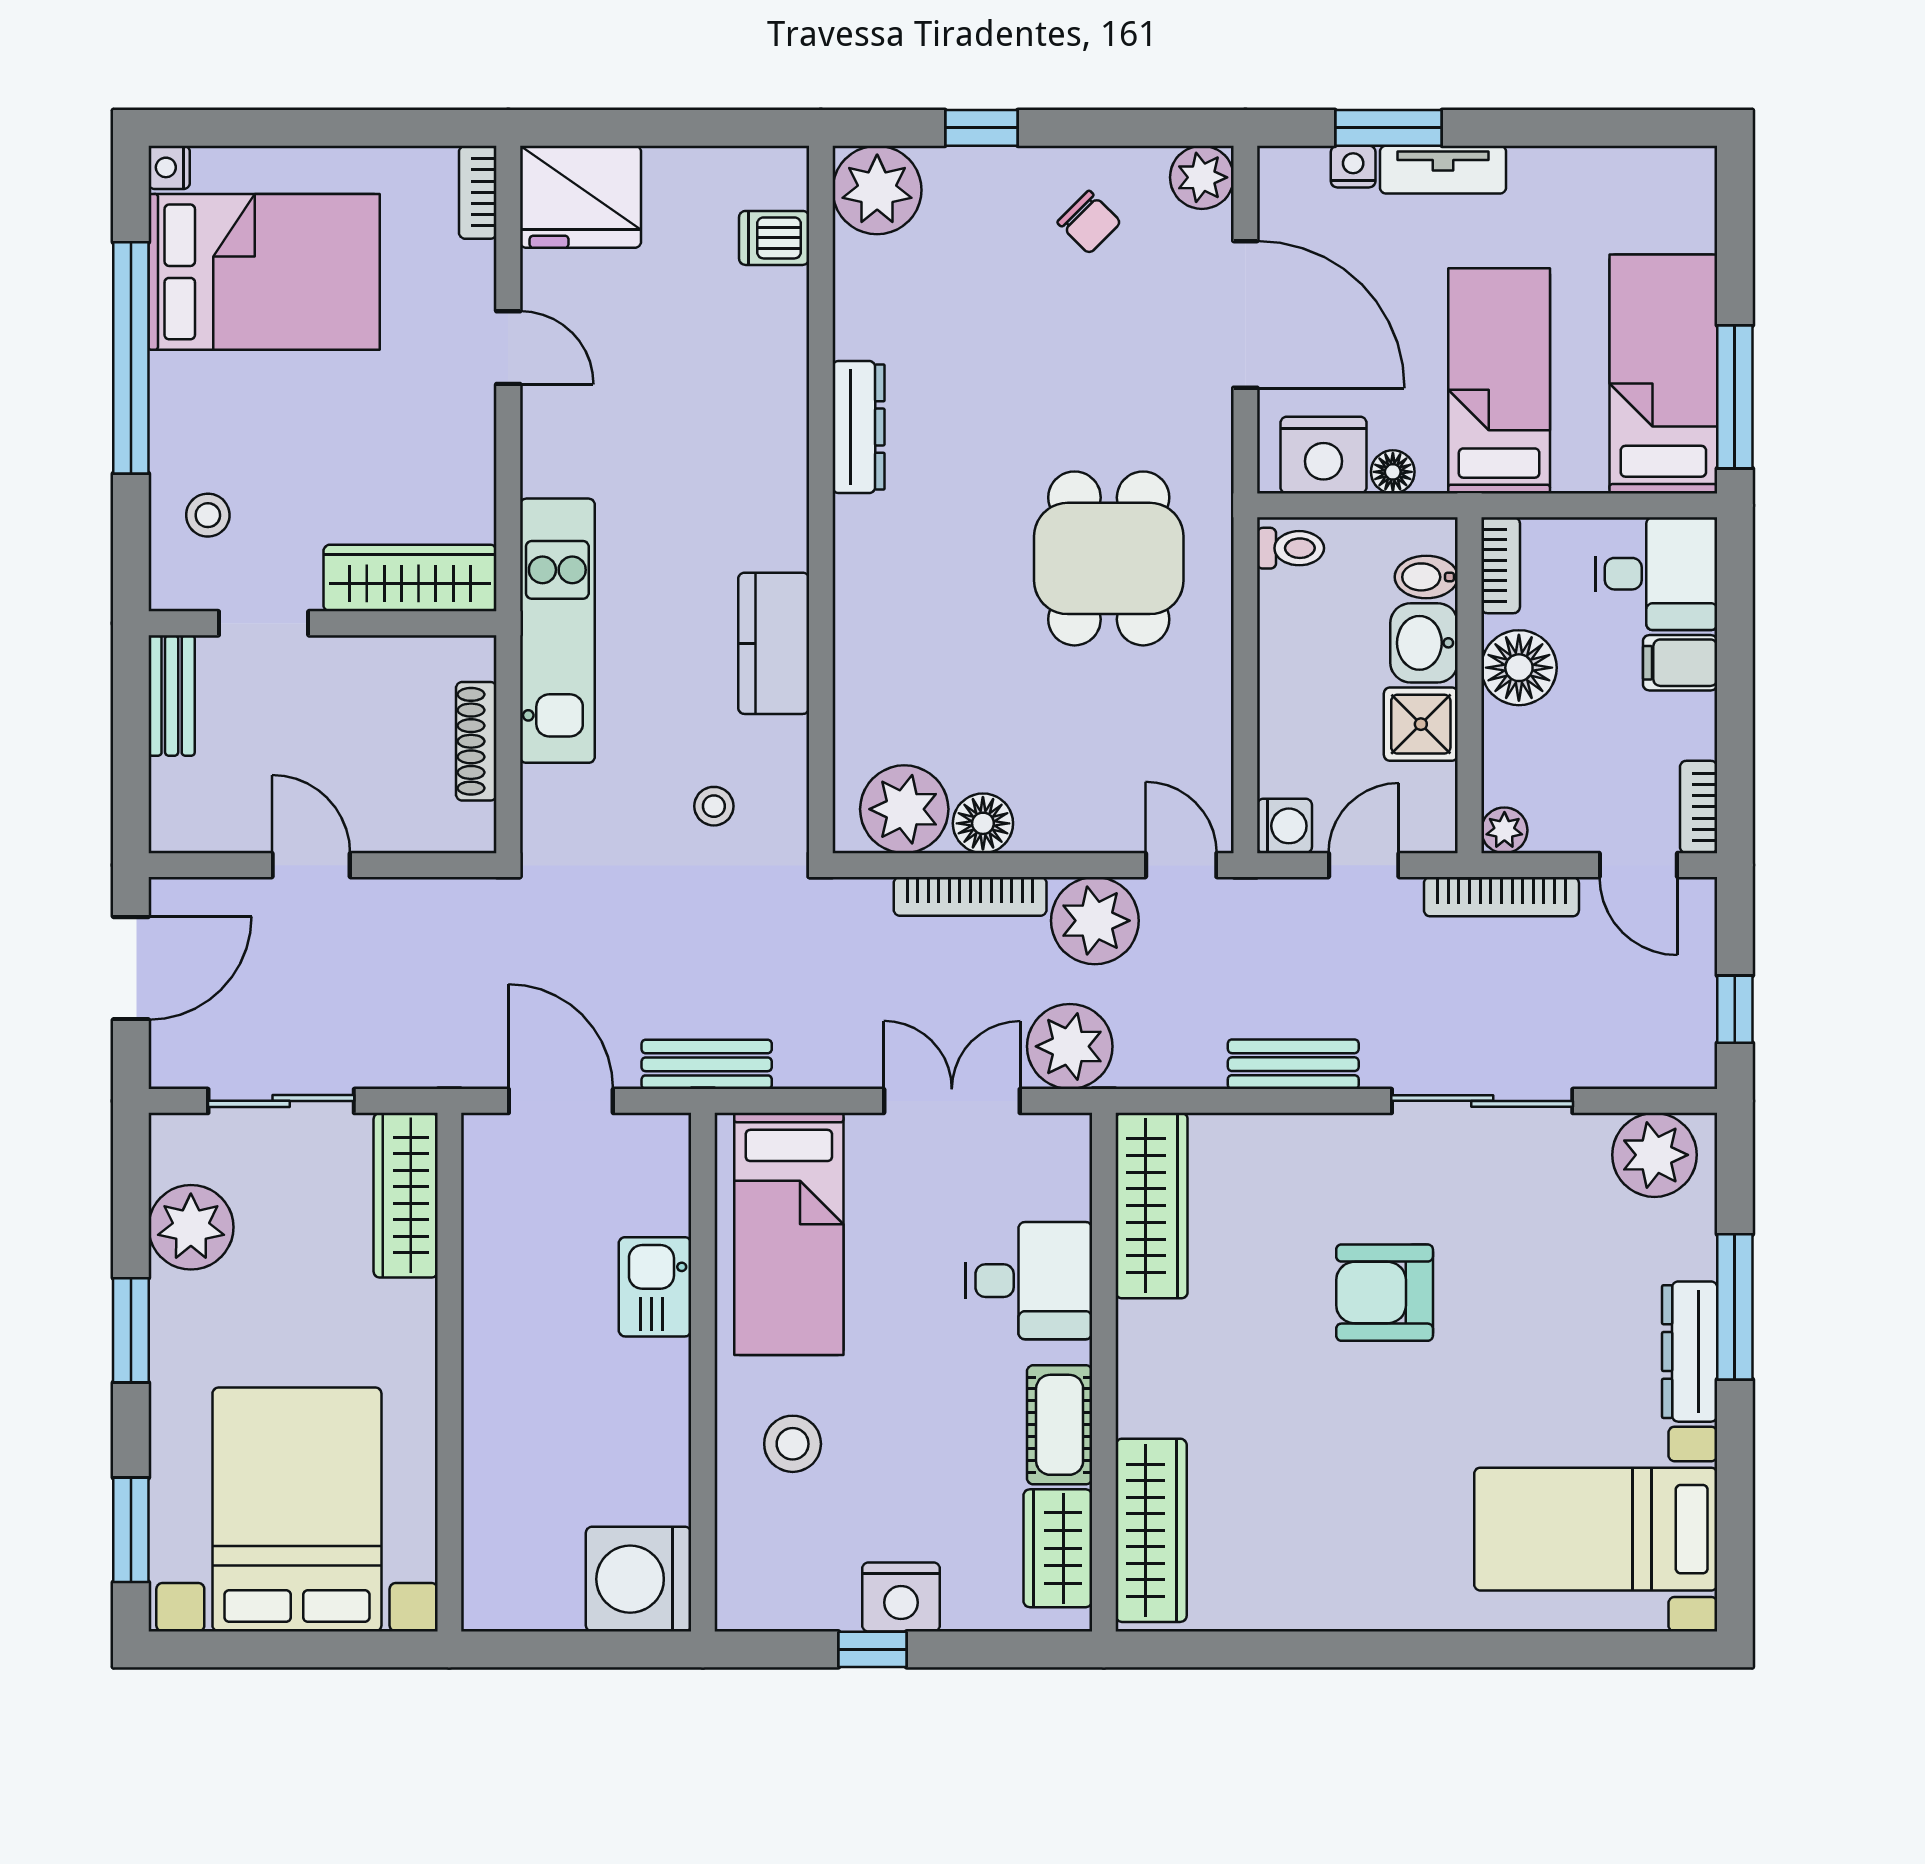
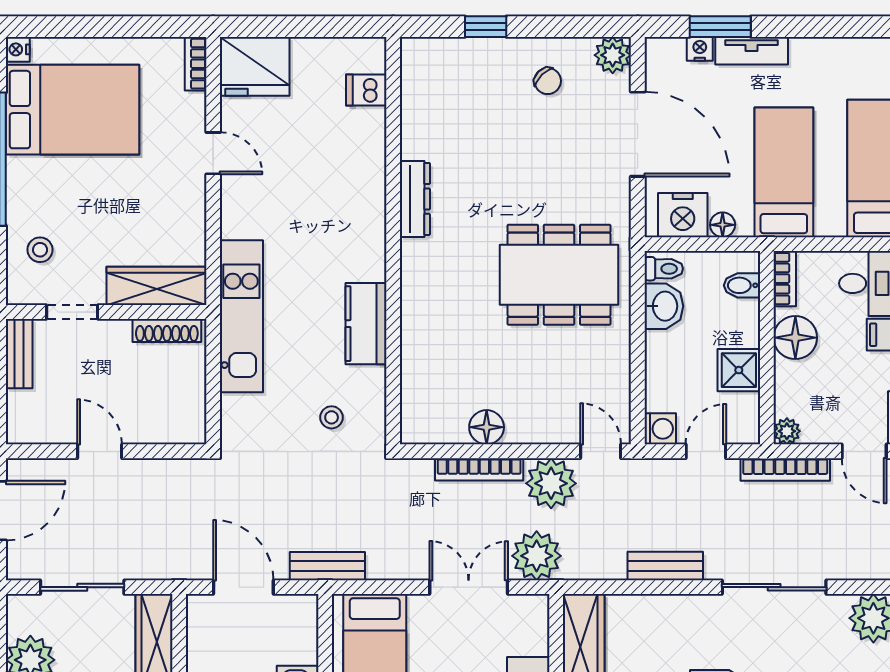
plant: (877, 190) -> (425, 62), removed
dining table: (1109, 558) -> (559, 275), width x1.38
washbasin: (1424, 643) -> (664, 306), moved, turned 180
shoe rack: (476, 741) -> (167, 330), moved, turned -90
plant: (904, 809) -> (441, 419), removed

